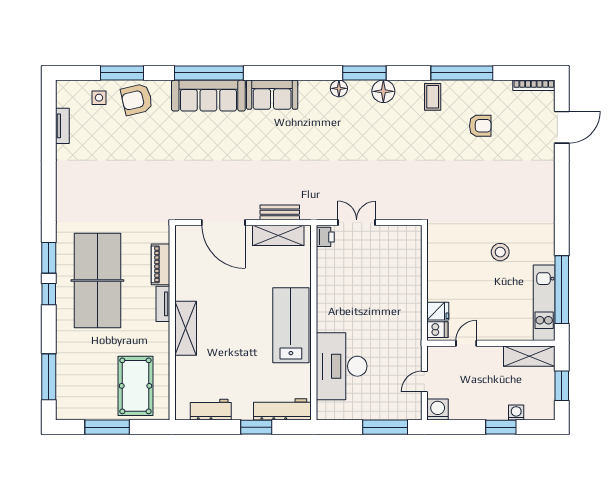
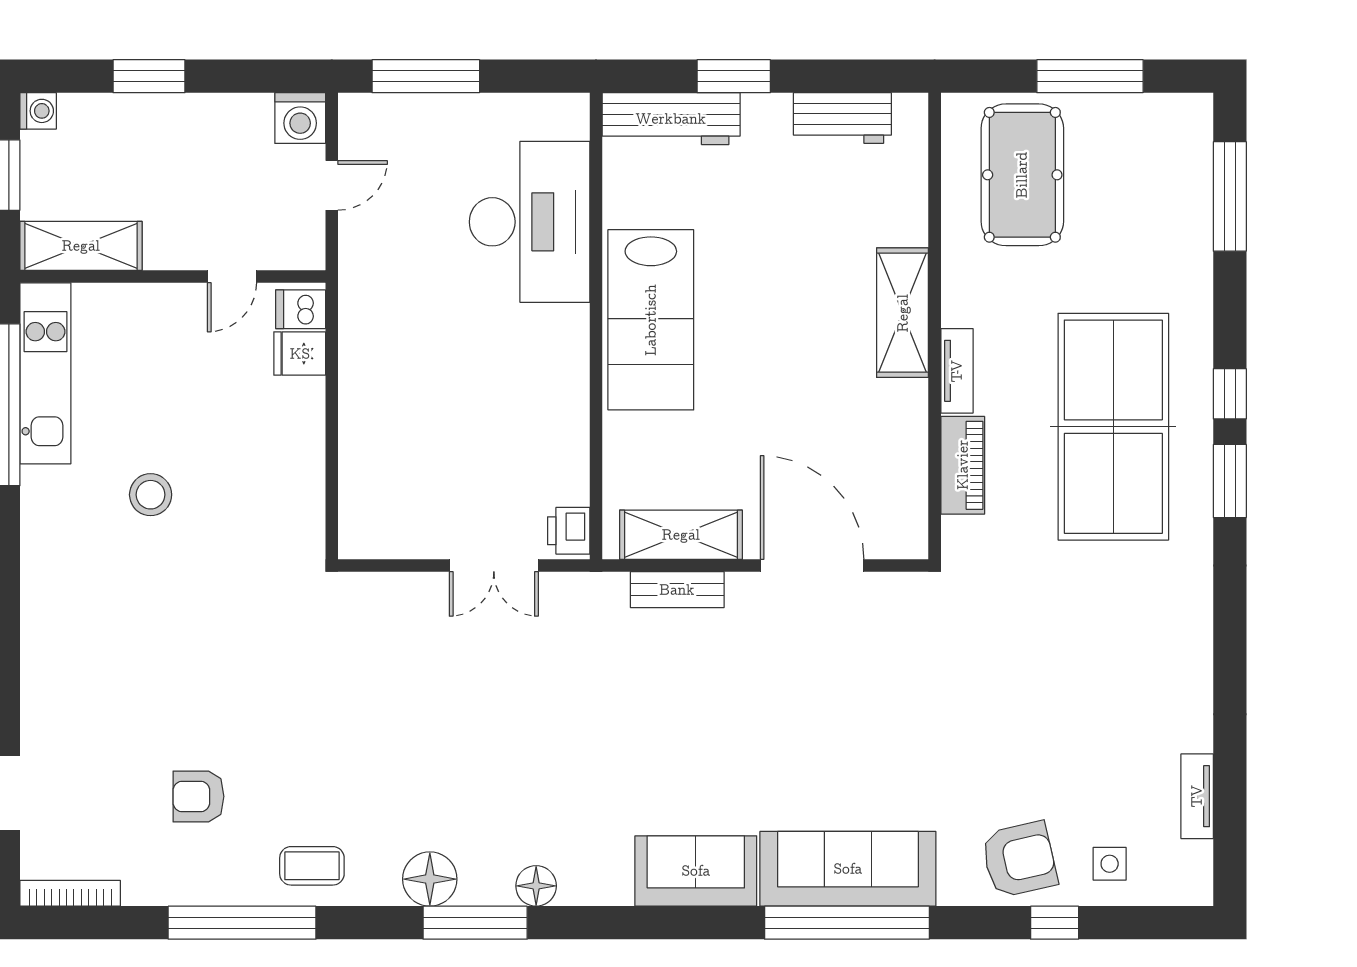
window: (122, 73) -> (1055, 923), width x0.46
coffee table: (433, 97) -> (312, 866), turned 90
washing machine: (516, 413) -> (38, 111), moved, turned -90

